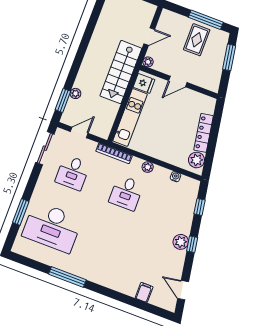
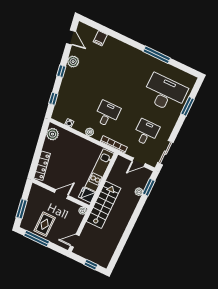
door: (149, 37) -> (75, 241), moved
locker: (204, 133) -> (42, 166), moved
plant: (181, 242) -> (73, 62), moved

